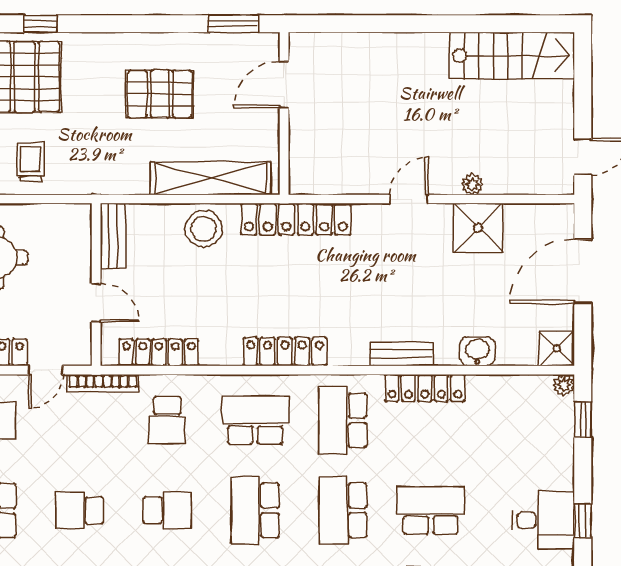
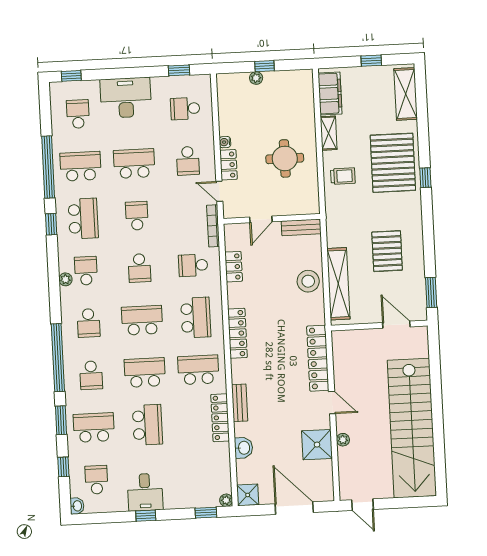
stairs: (512, 56) -> (412, 428), width x1.86, depth x1.51
locker: (296, 219) -> (318, 358), moved
locker: (159, 352) -> (234, 267), width x0.66

